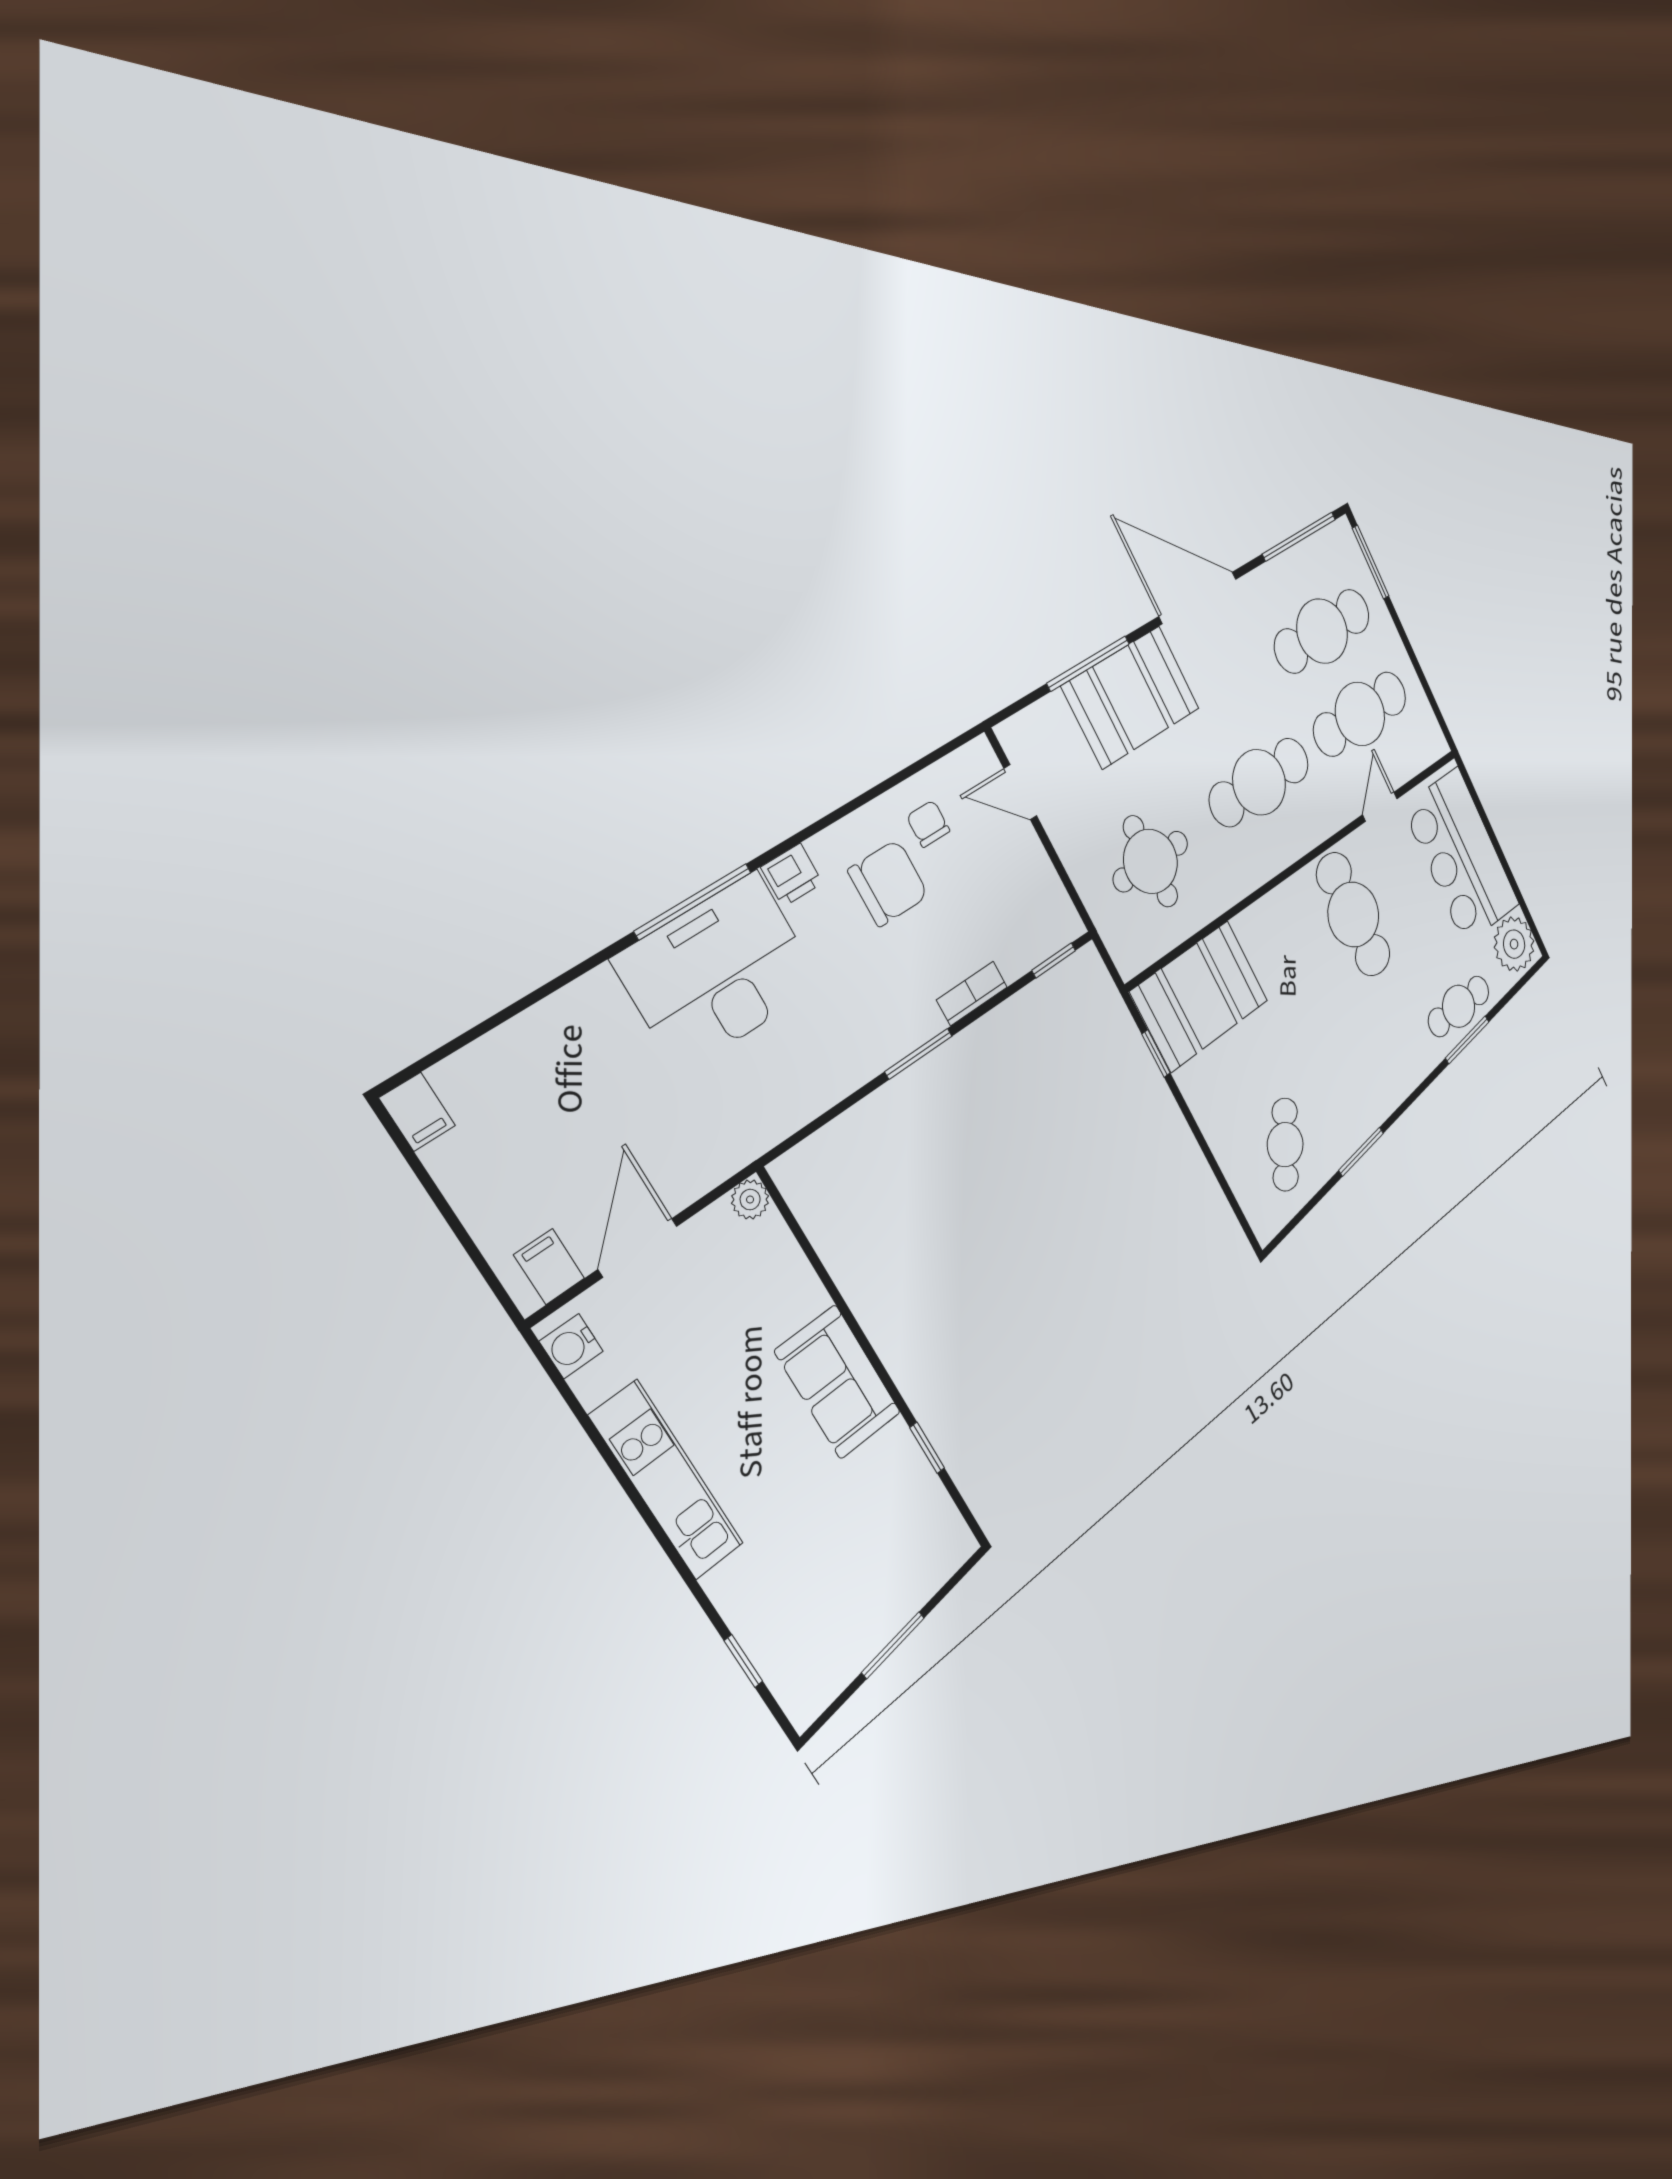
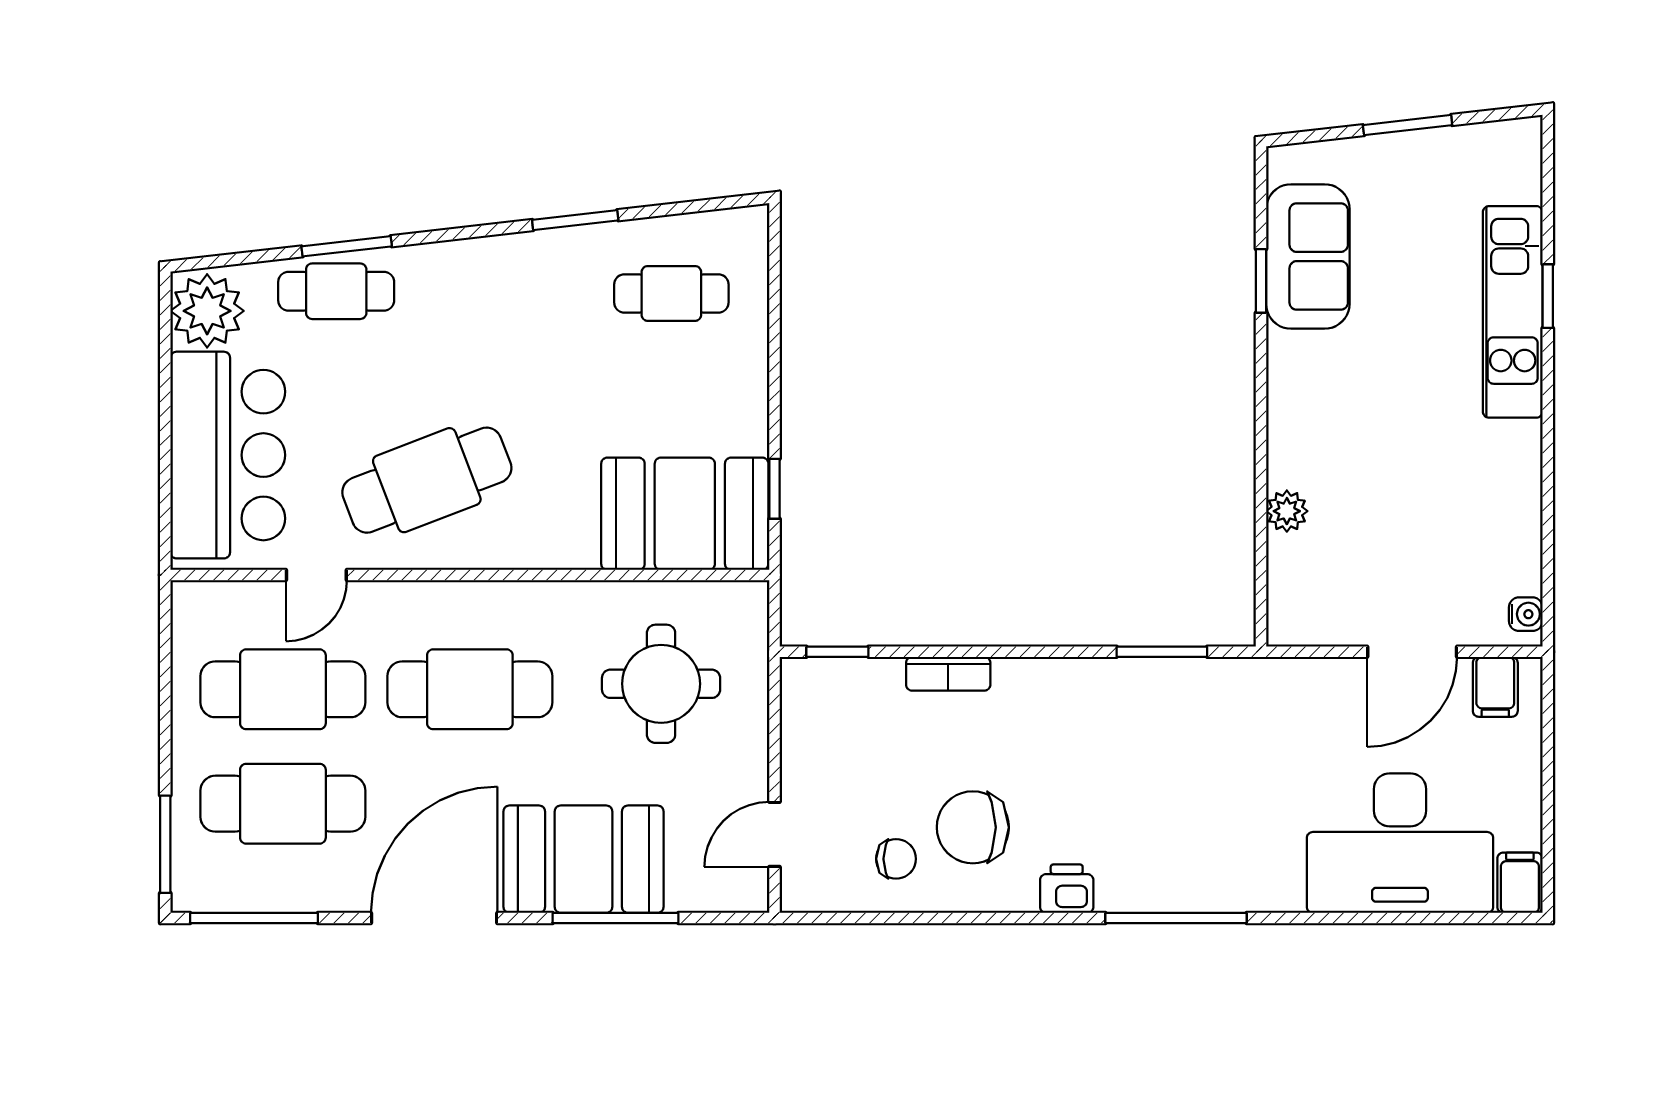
door: (1198, 598) -> (434, 918), swing flipped
door: (1020, 792) -> (775, 834), swing flipped
chair: (928, 824) -> (896, 859), turned -90
cafe table: (1353, 914) -> (427, 480), turned 69
desk: (719, 972) -> (1400, 843), moved
window: (919, 1054) -> (1162, 652), moved
cafe table: (1285, 1145) -> (671, 293), turned 59
plant: (750, 1200) -> (1287, 511), moved
water cooler: (571, 1346) -> (1526, 614), width x0.72, depth x0.72
sofa: (838, 1382) -> (1308, 257), moved
kitchen unit: (667, 1480) -> (1513, 312), moved
window: (743, 1661) -> (1548, 296), moved

